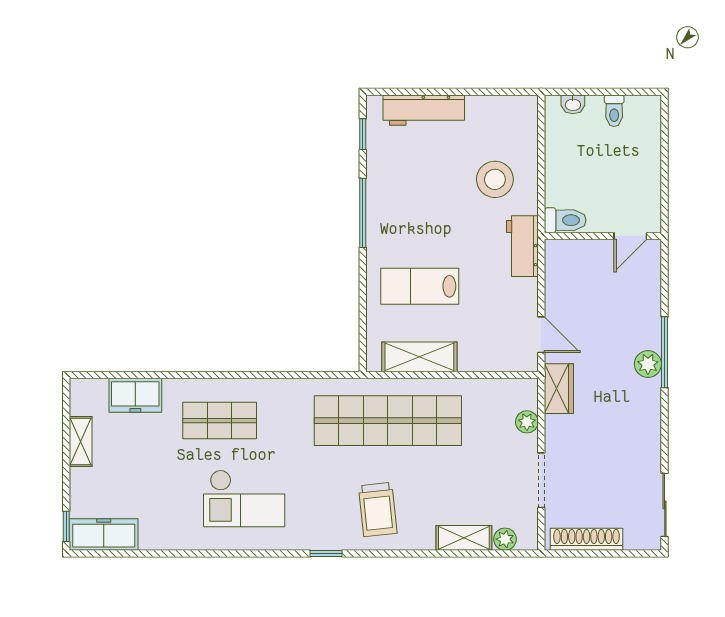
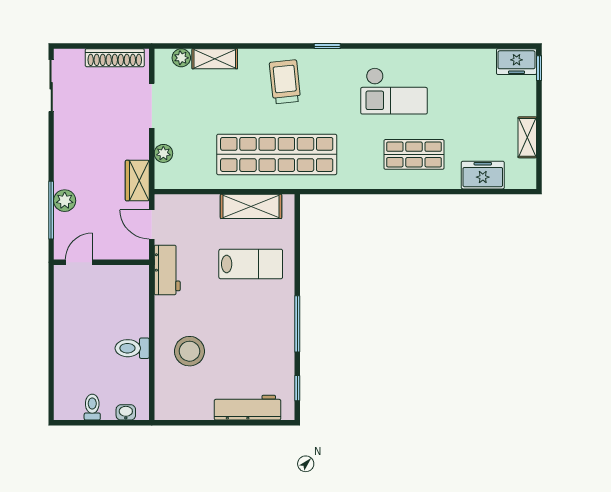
toilet: (565, 220) -> (132, 348), moved
wall: (603, 236) -> (101, 262), moved
door: (630, 236) -> (79, 262), moved
workbench: (522, 246) -> (167, 270), moved
checkout: (244, 498) -> (394, 91), turned 180
freezer: (104, 534) -> (517, 62), width x0.71

